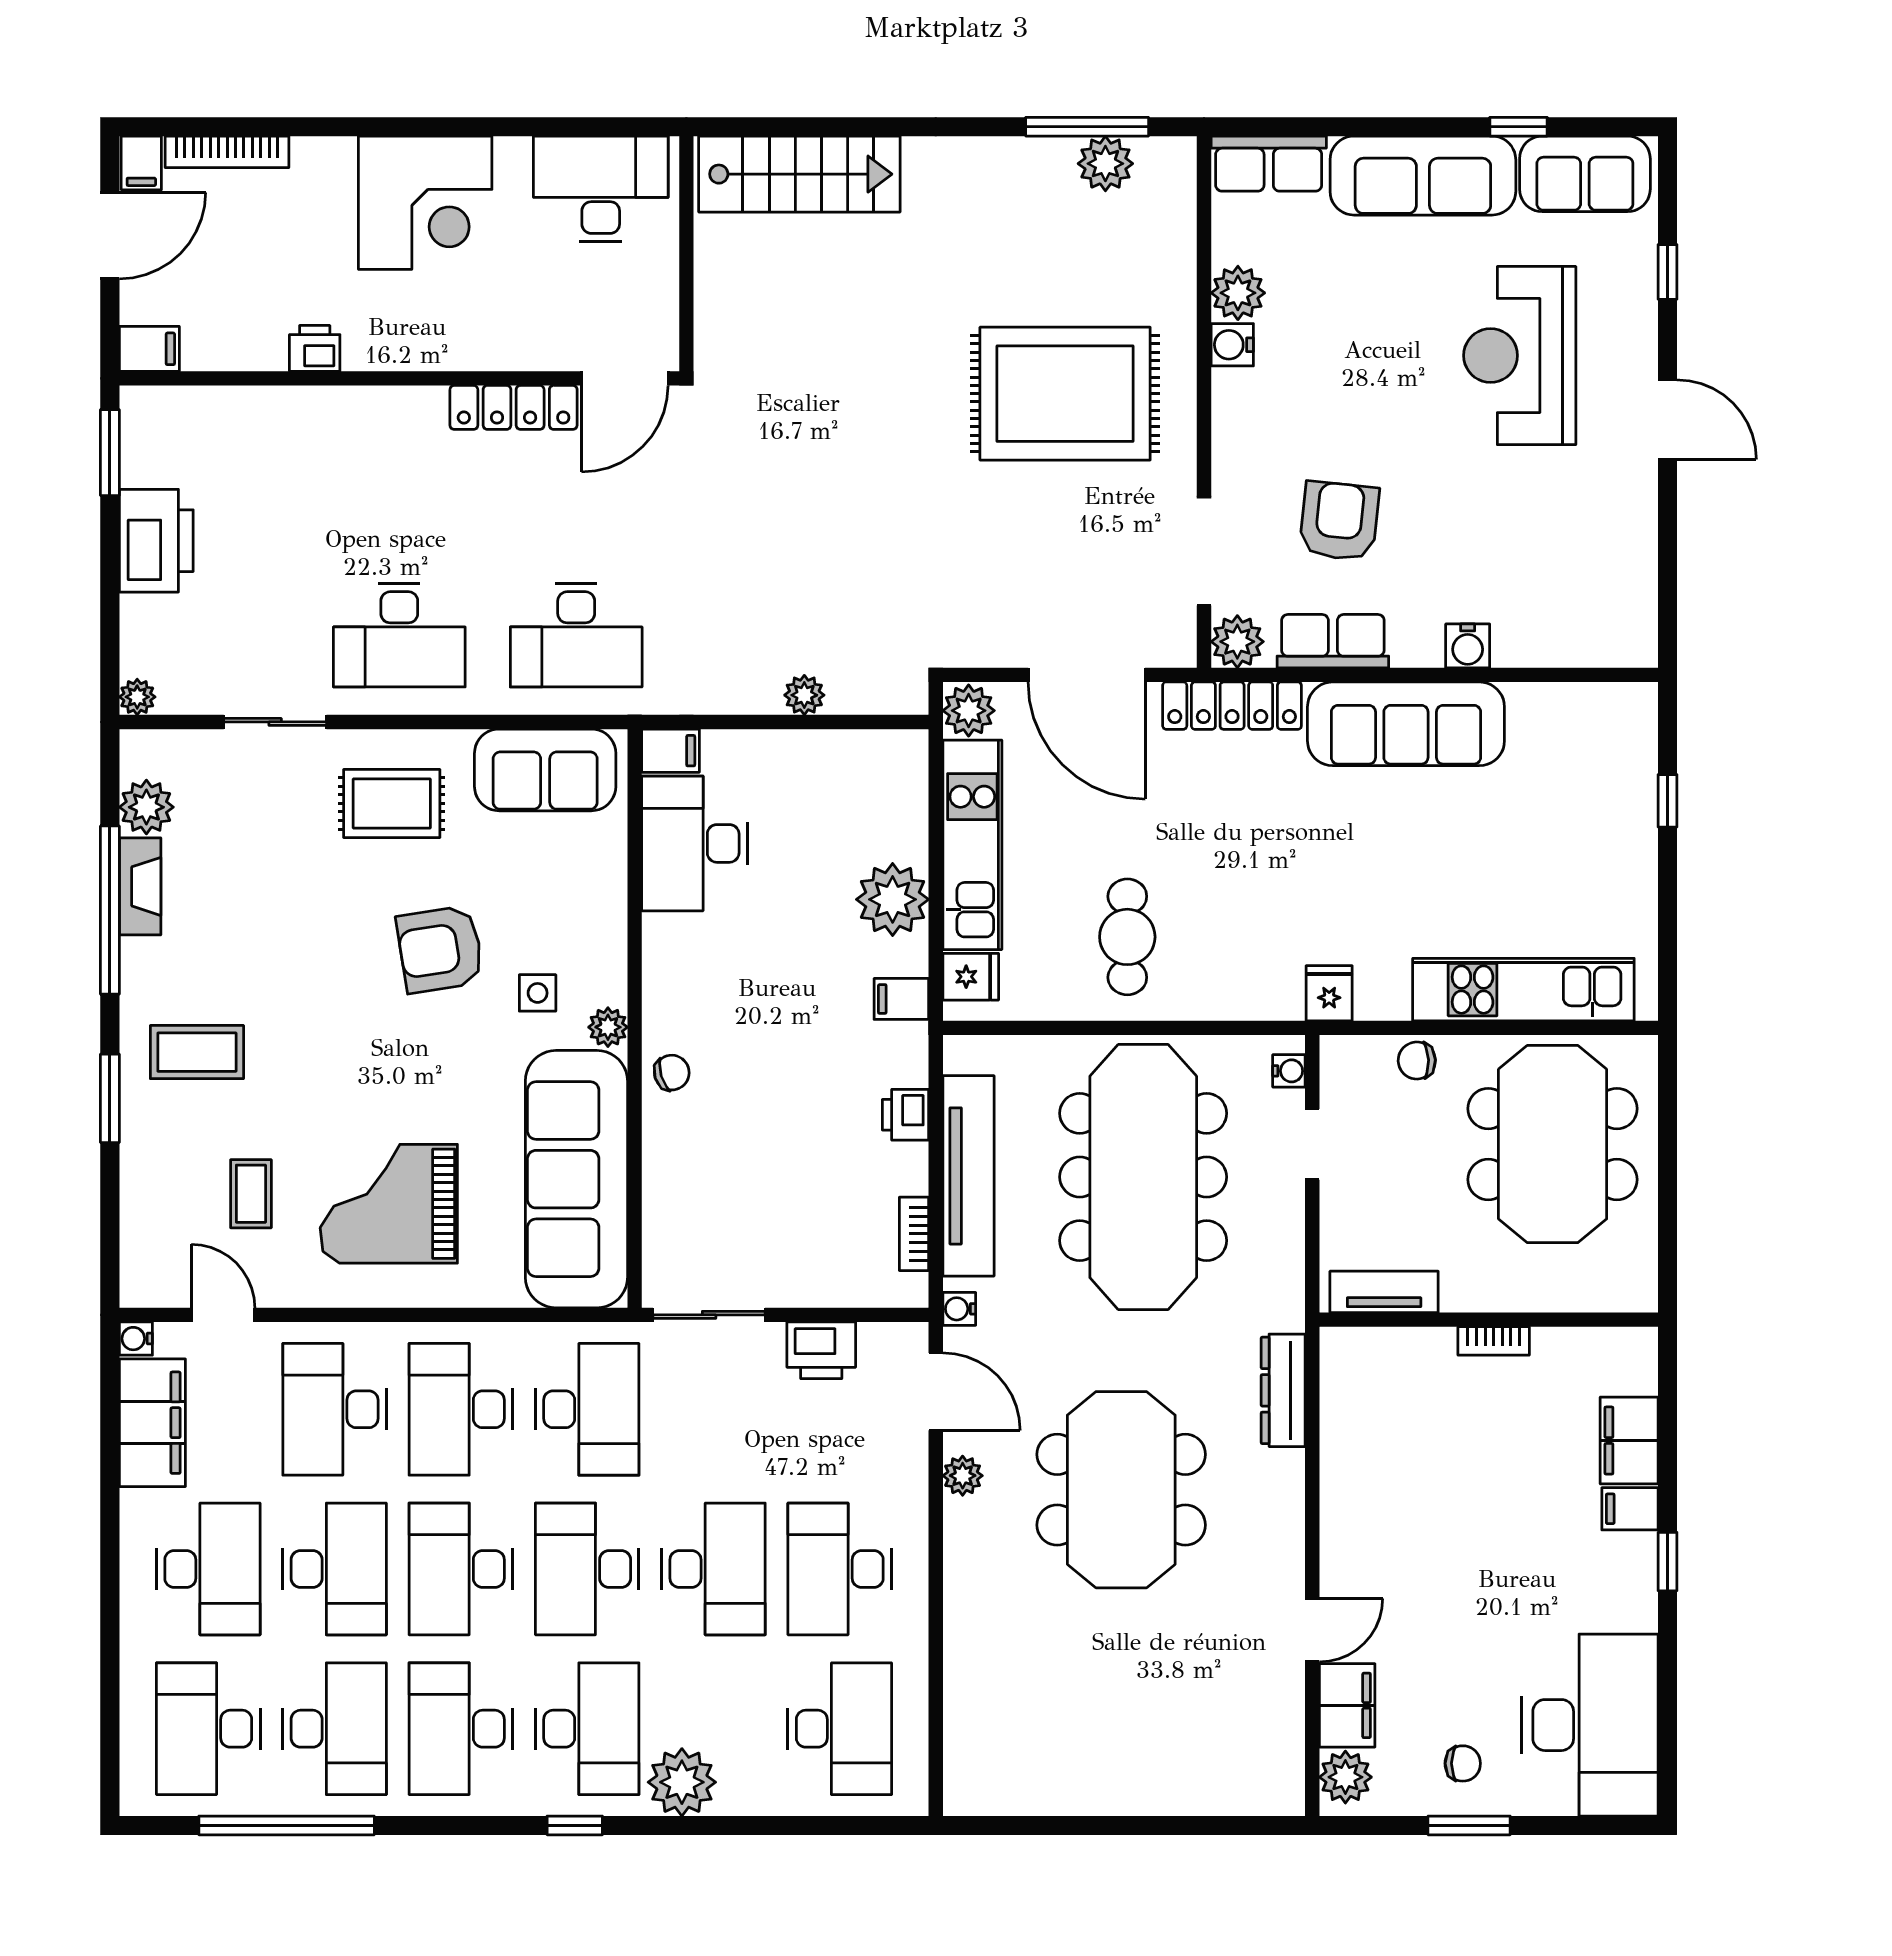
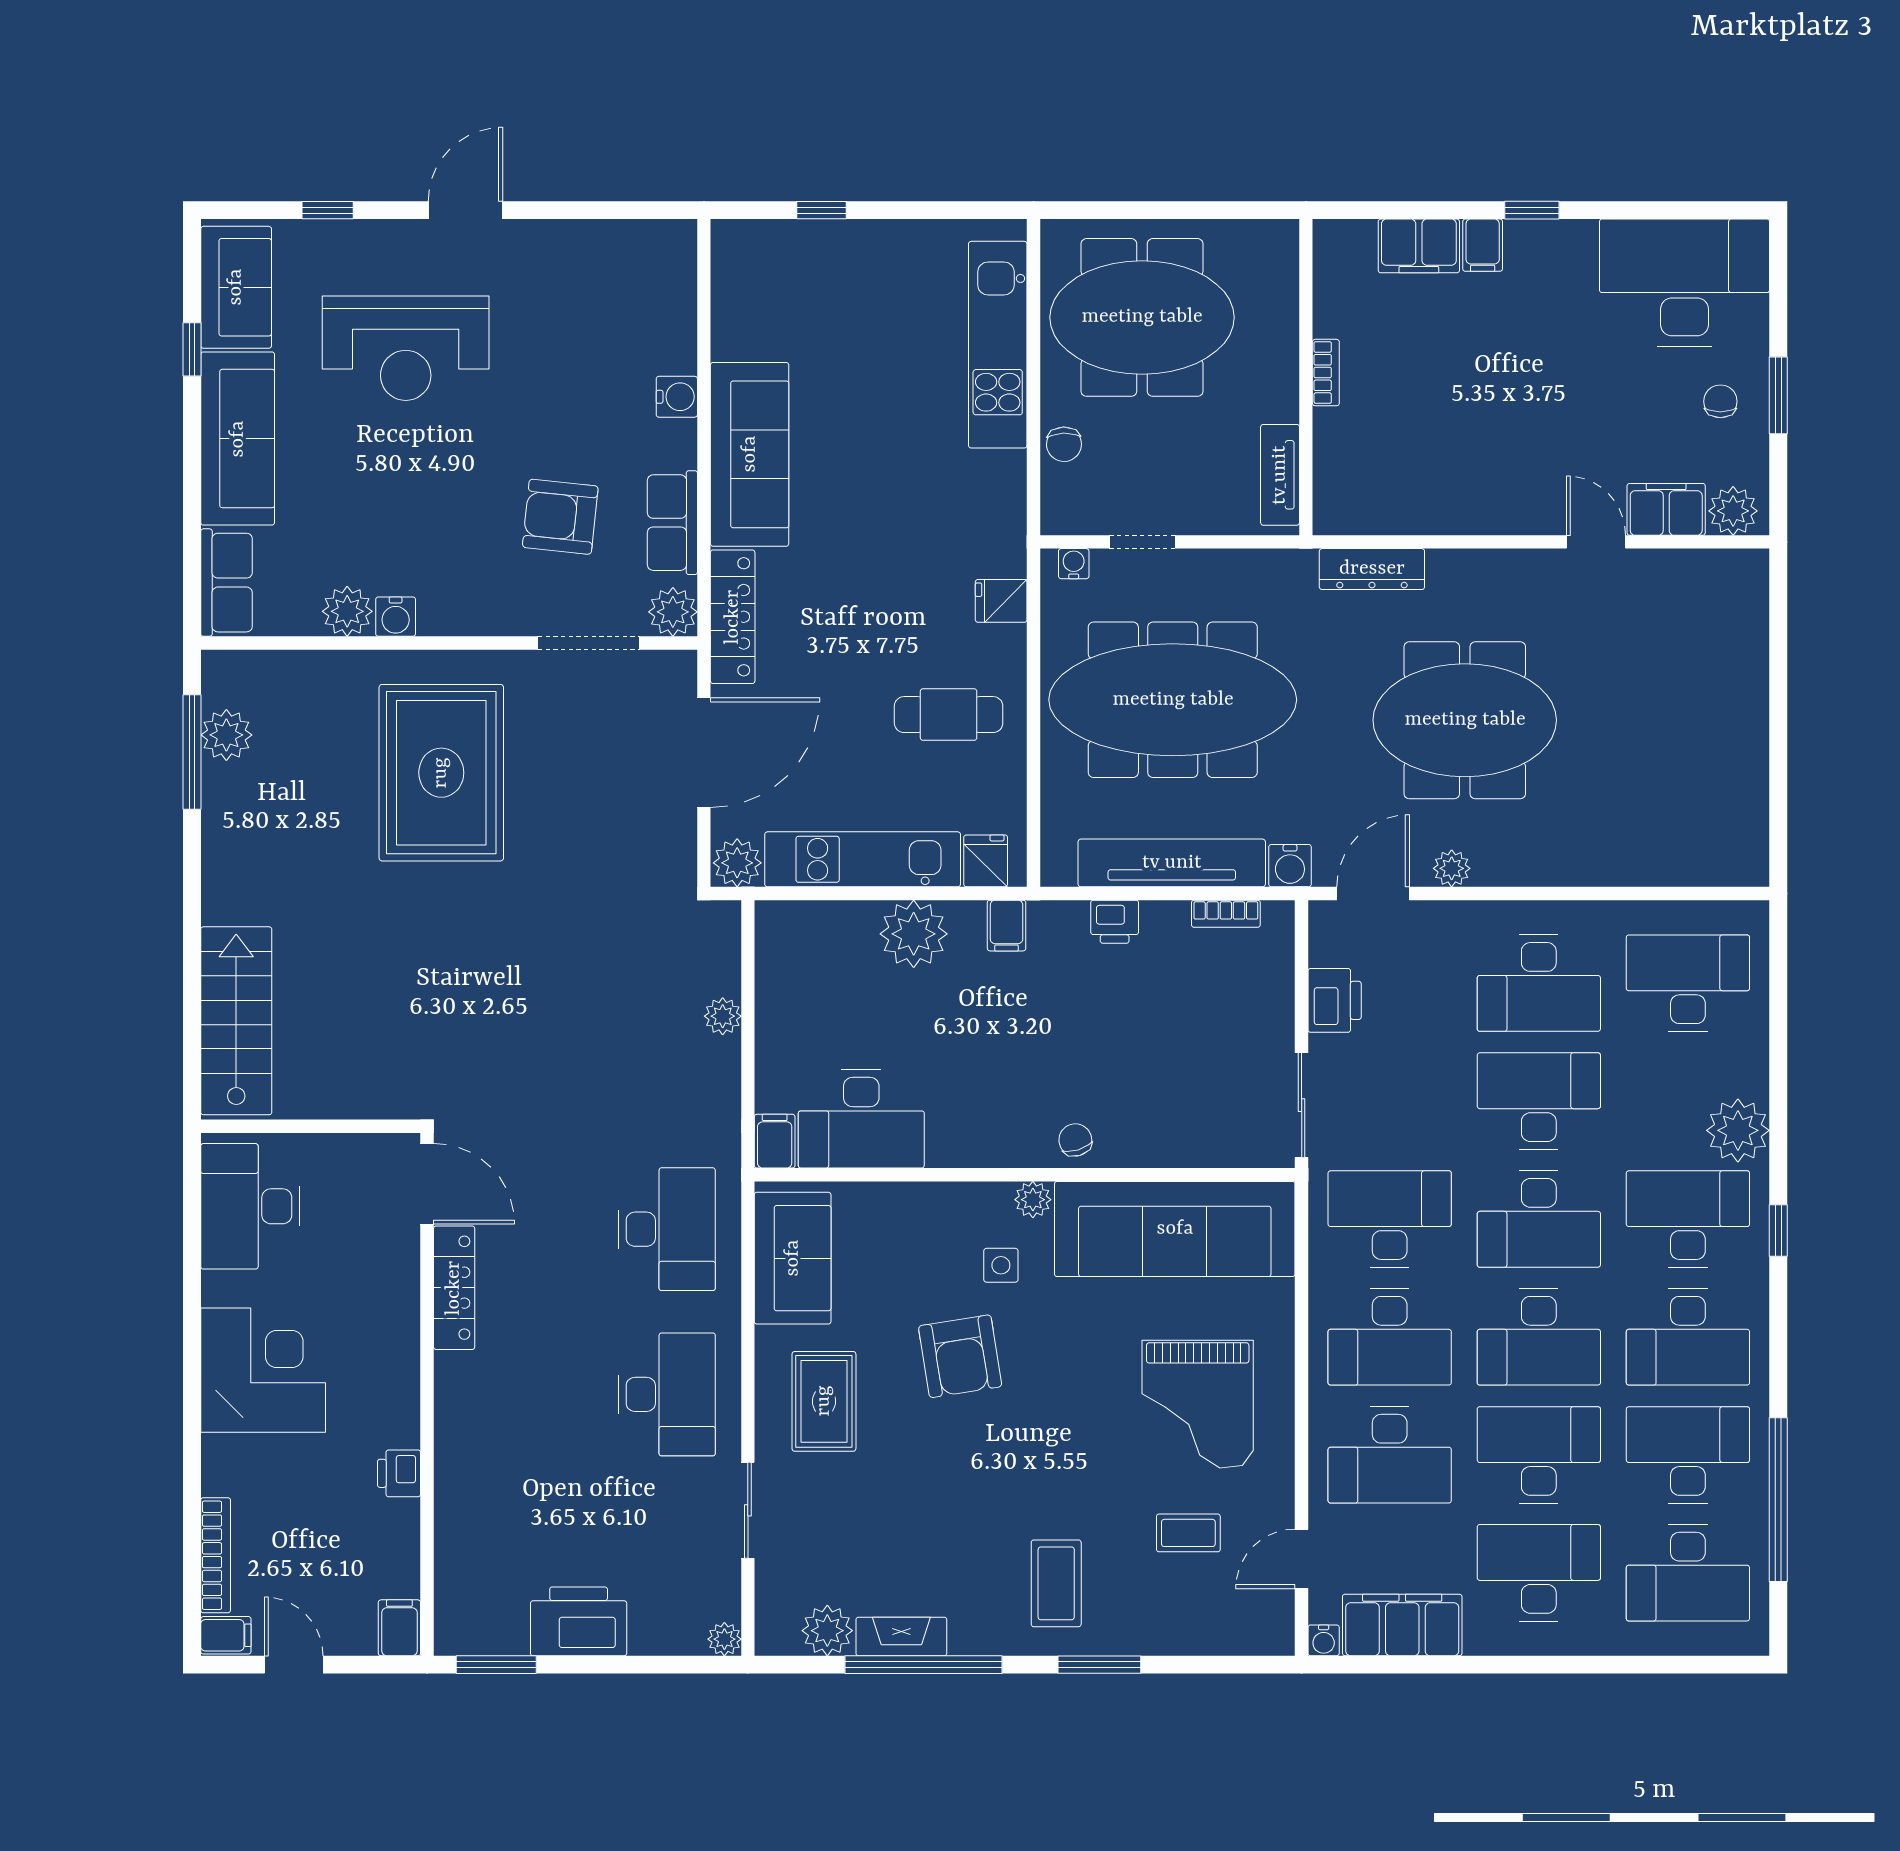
door: (110, 236) -> (294, 1665), width x0.73
fridge: (1329, 993) -> (1001, 601), moved
water cooler: (959, 1309) -> (1290, 866), width x1.38, depth x1.38

